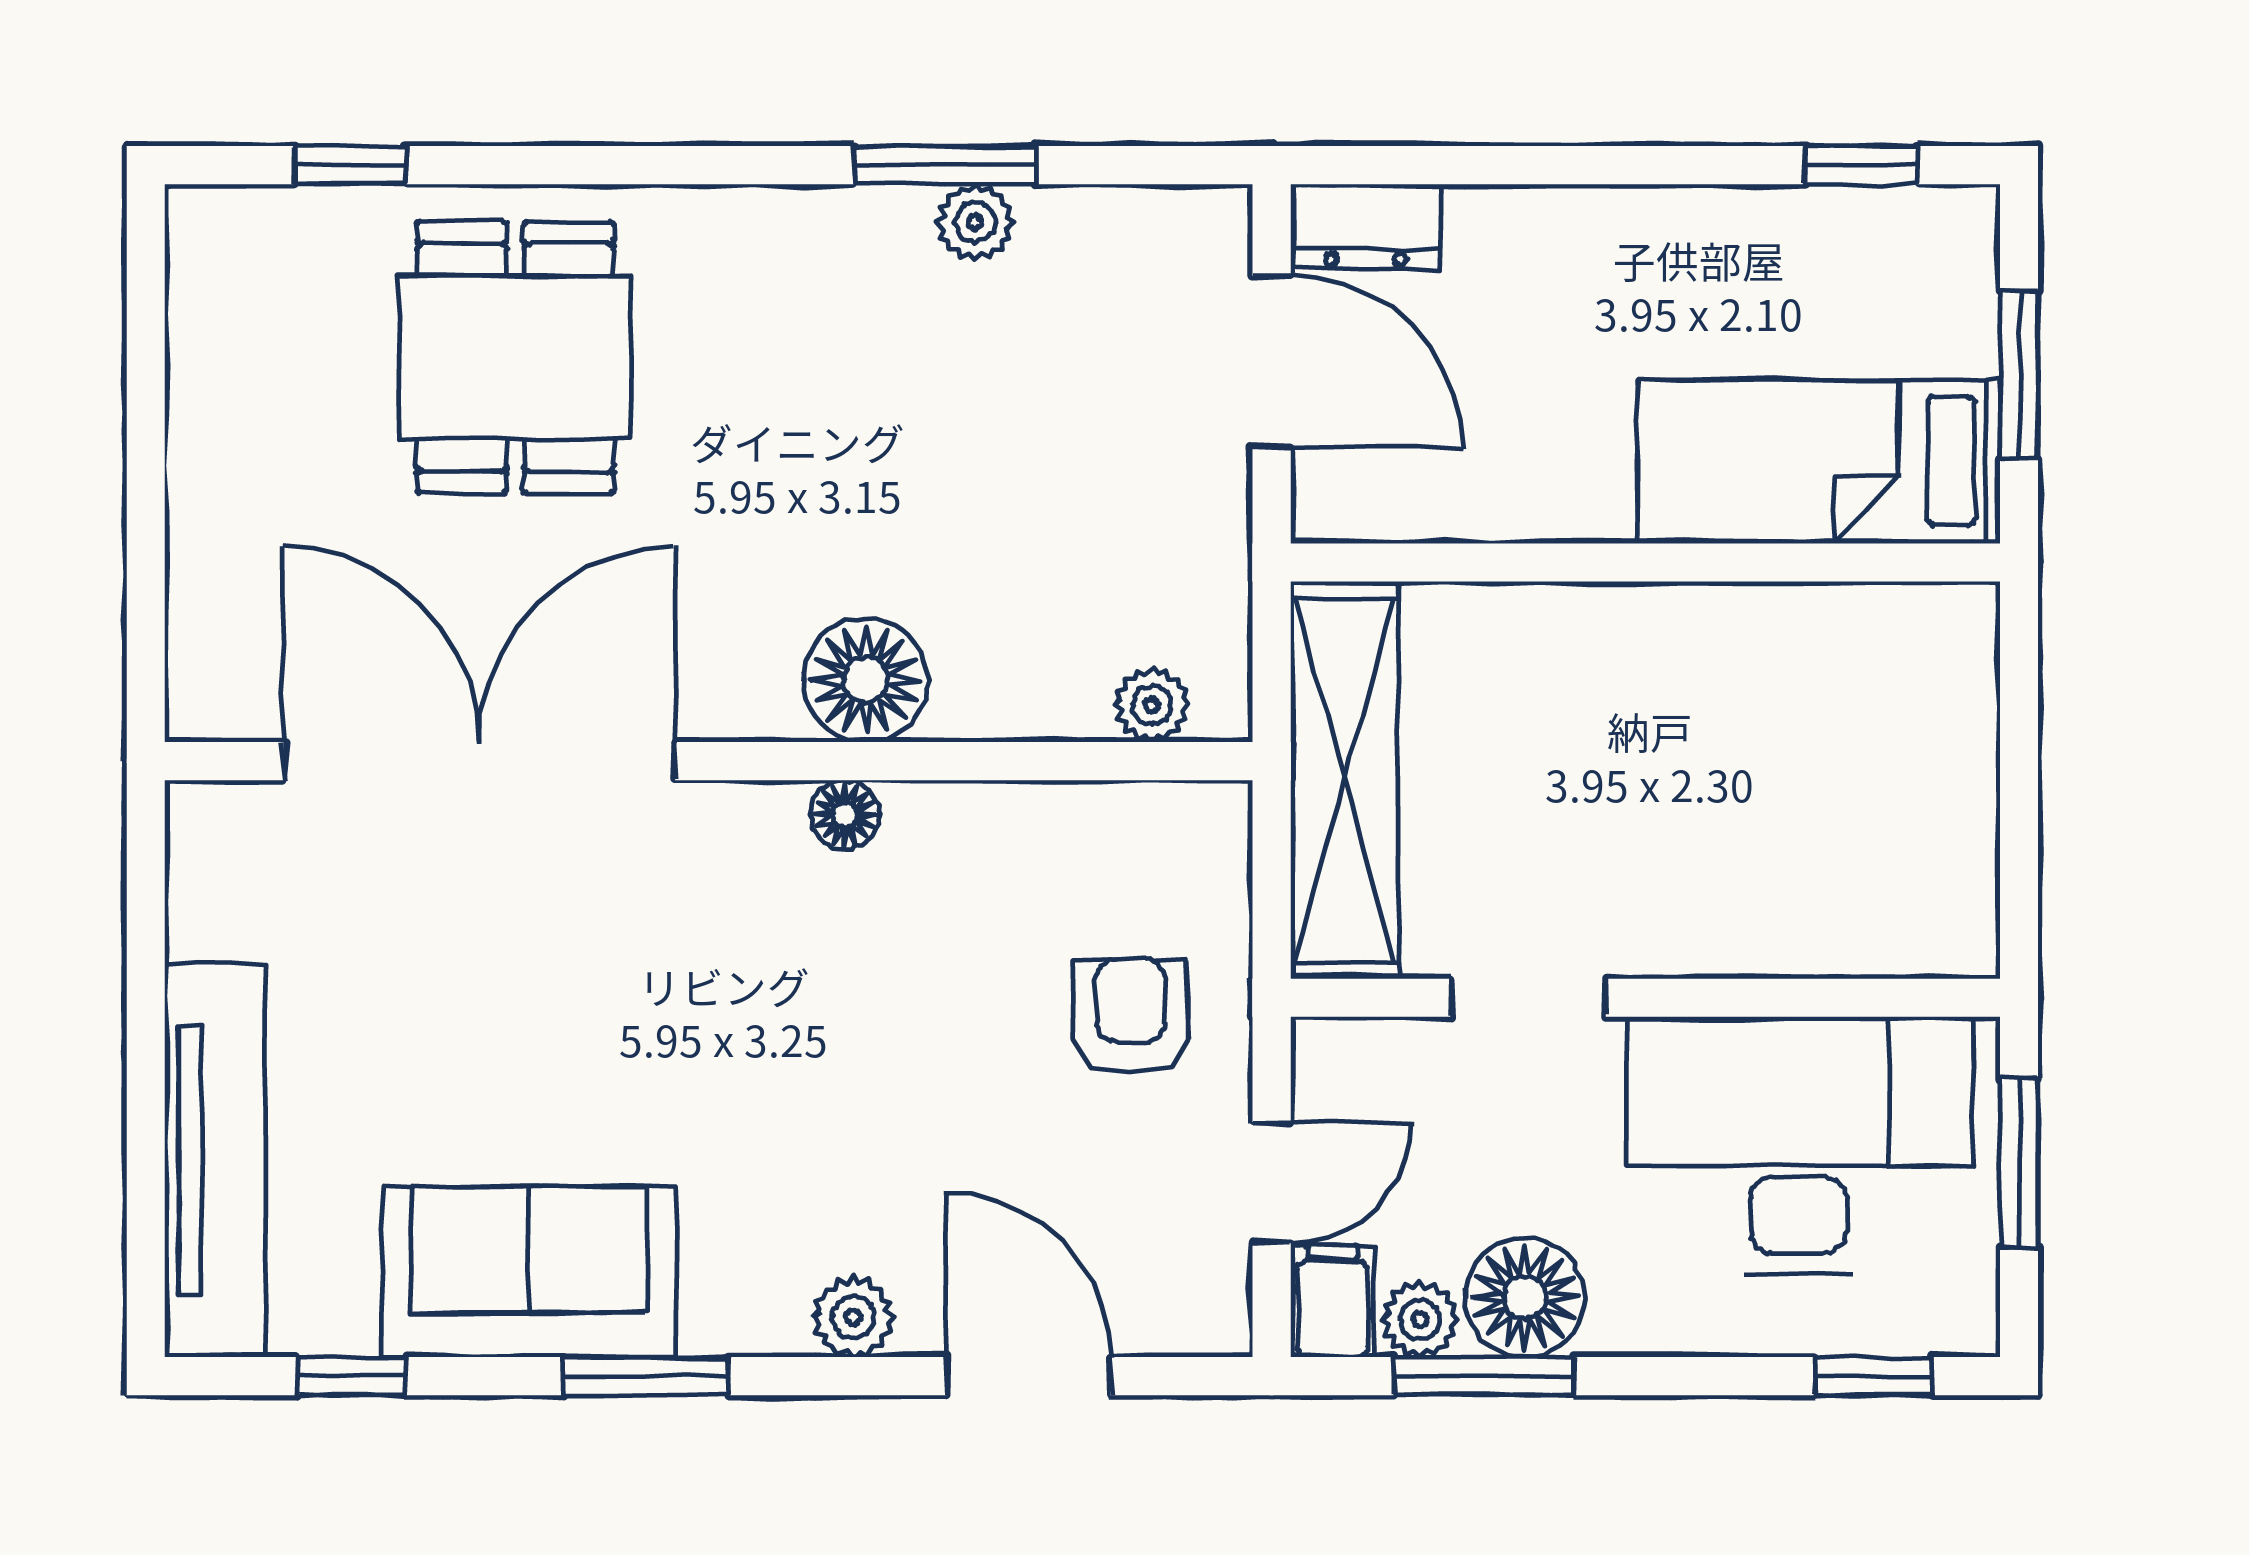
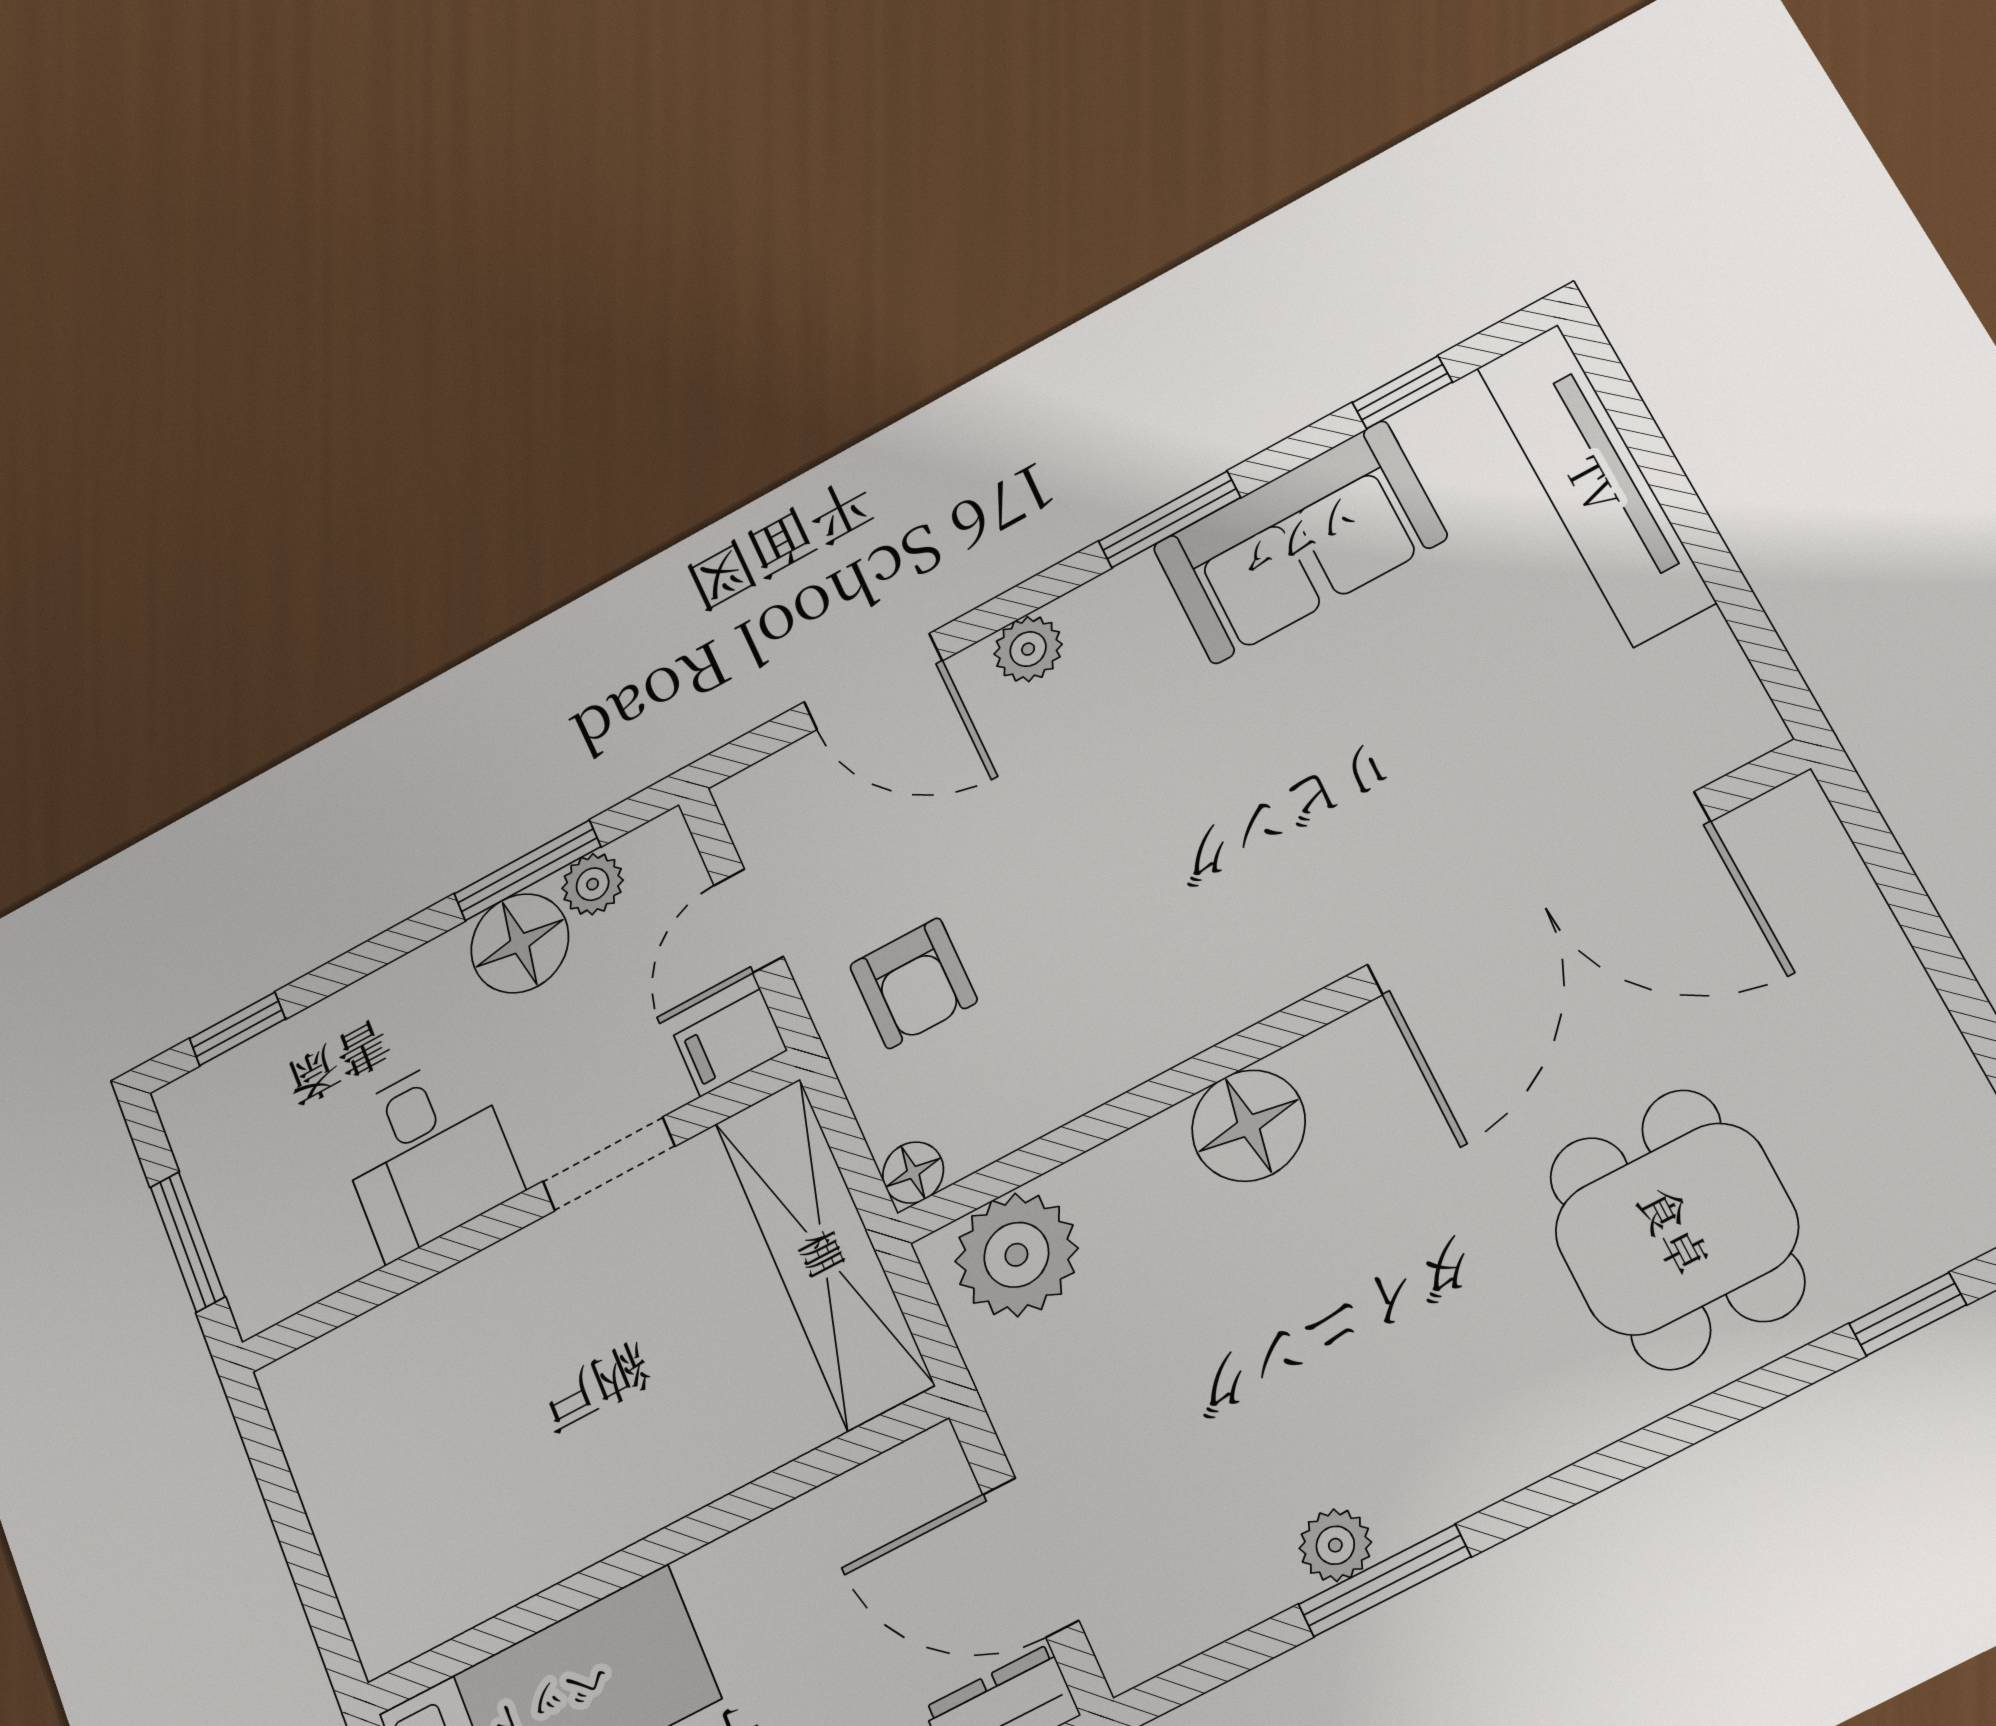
plant: (1152, 705) -> (1016, 1255), width x1.88, depth x1.88
floor lamp: (845, 815) -> (913, 1173), moved
desk: (1799, 1145) -> (427, 1155), width x0.53, depth x0.77
filing cabinet: (1332, 1301) -> (730, 1043), moved, turned 90

